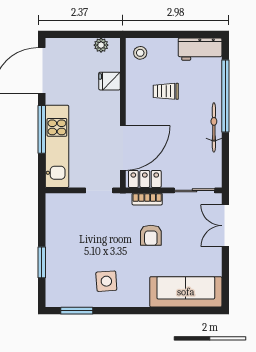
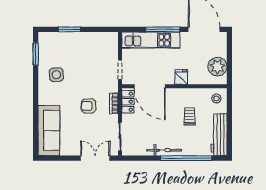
plant: (101, 45) -> (217, 67), width x1.88, depth x1.88
workbench: (200, 49) -> (219, 135), width x1.38
fridge: (109, 81) -> (181, 77), moved

